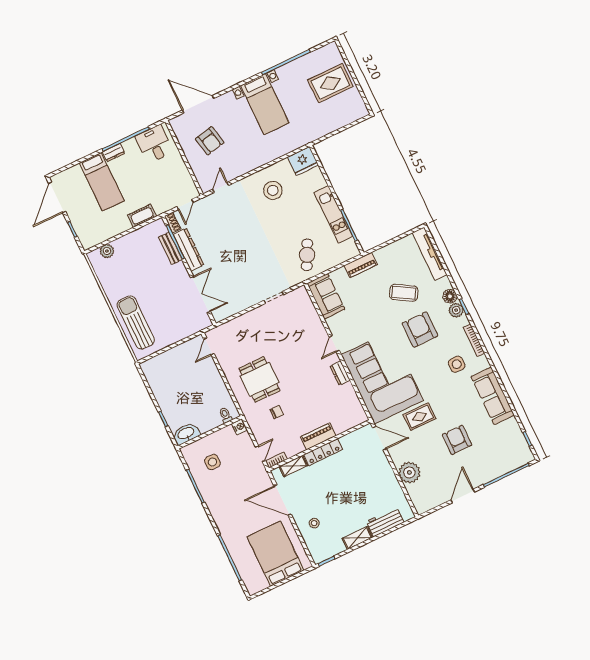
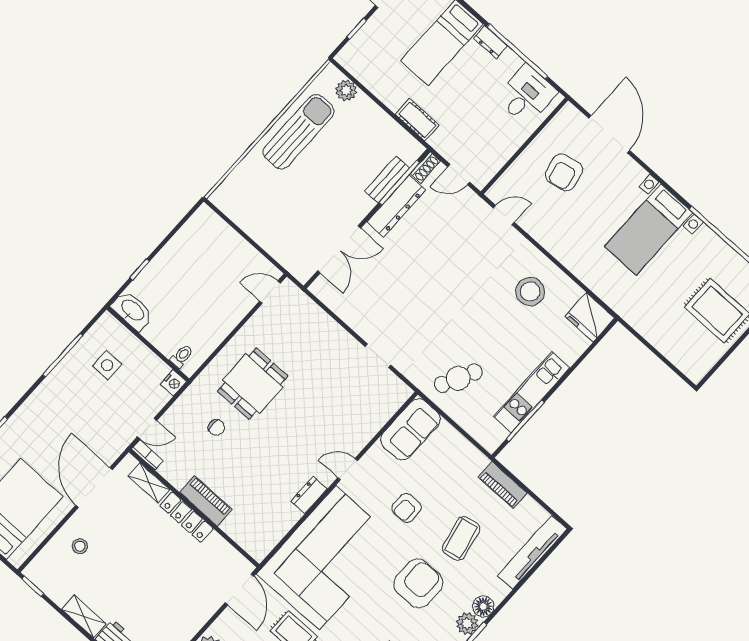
piano: (361, 265) -> (503, 485), moved
coffee table: (404, 293) -> (461, 538), turned 47
armchair: (372, 318) -> (407, 508), added
sun lounger: (136, 322) -> (299, 132), moved

